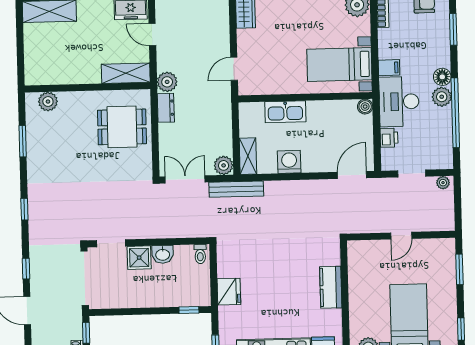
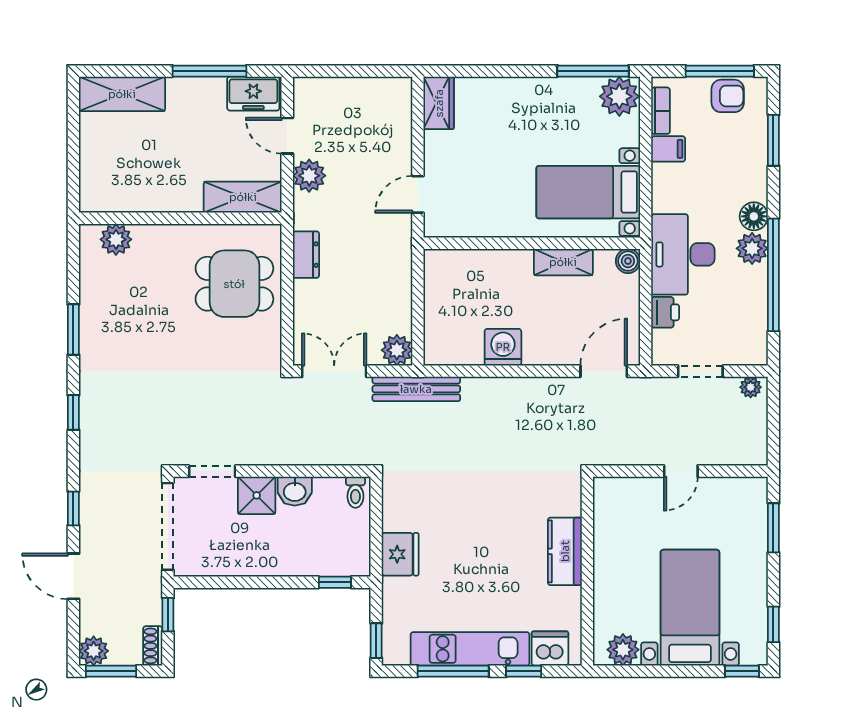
filing cabinet: (389, 68) -> (668, 149), moved
plant: (167, 82) -> (309, 176), moved
kitchen sink: (285, 112) -> (499, 266), removed
window: (23, 141) -> (73, 330), moved
shelving: (248, 156) -> (563, 262), moved, turned 90

